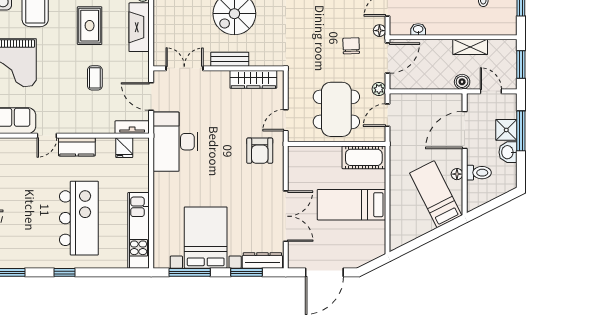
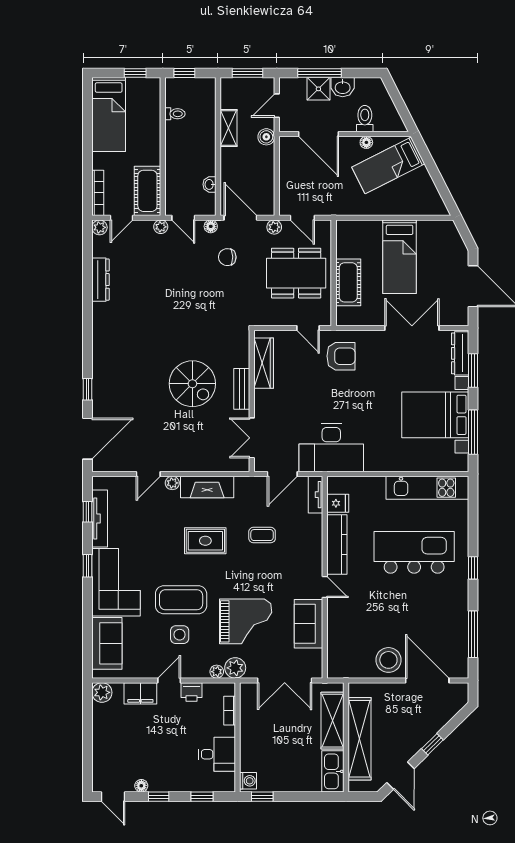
kitchen counter: (77, 147) -> (337, 545), width x1.50
cot: (364, 157) -> (348, 282), moved

